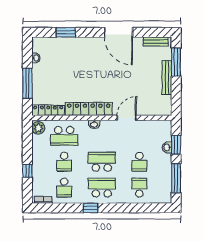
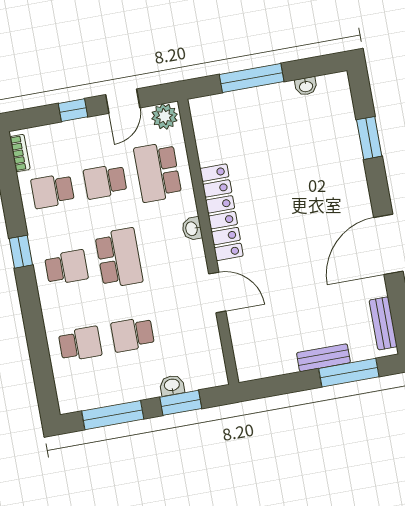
bench: (167, 77) -> (323, 358), width x0.73
locker: (48, 110) -> (204, 130), removed
door: (27, 146) -> (123, 101), added
school desk: (102, 188) -> (66, 267), width x0.54

